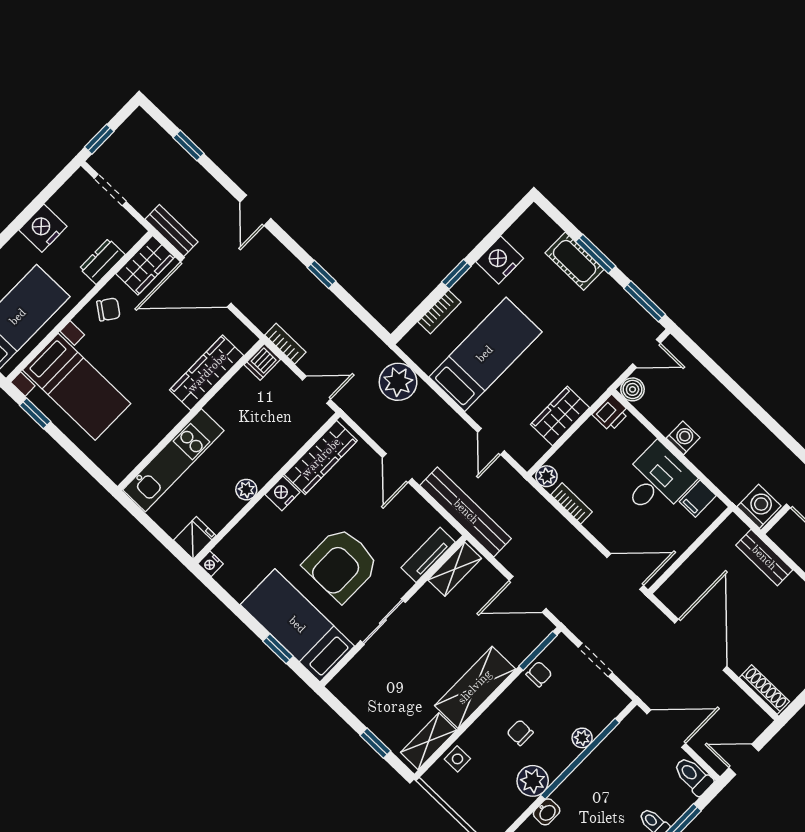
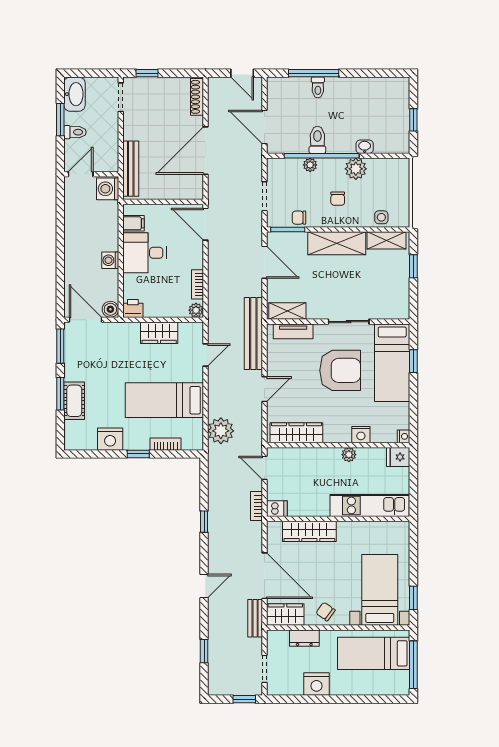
door: (646, 353) -> (86, 320), width x1.38
nightstand: (282, 493) -> (361, 435), moved
bench: (764, 558) -> (131, 169), width x1.36
toilet: (693, 776) -> (317, 140), moved, turned 180

